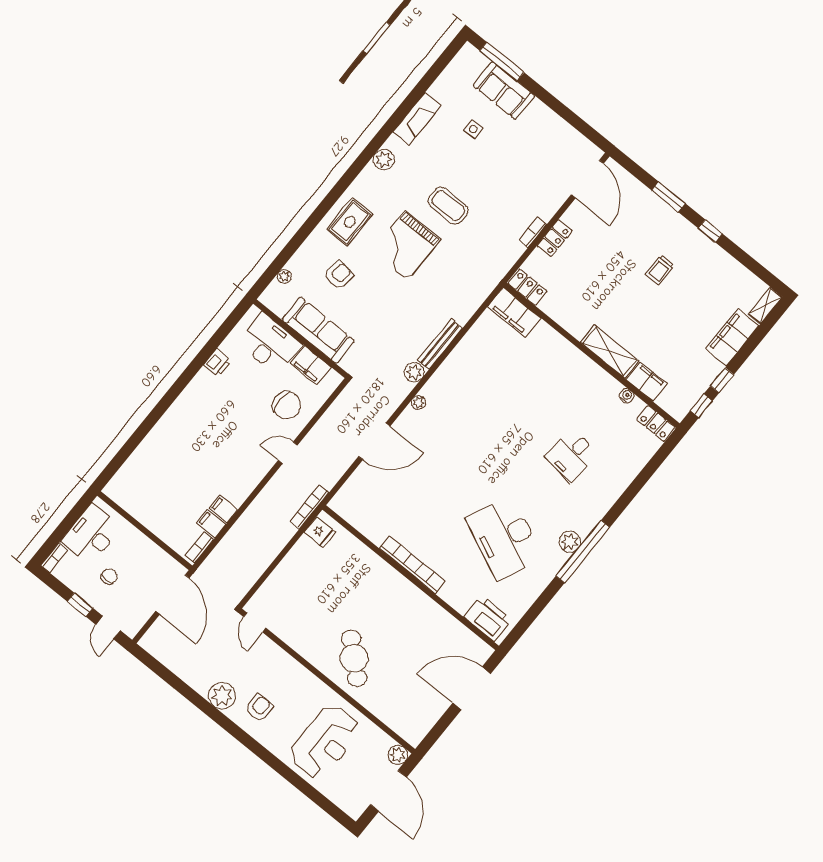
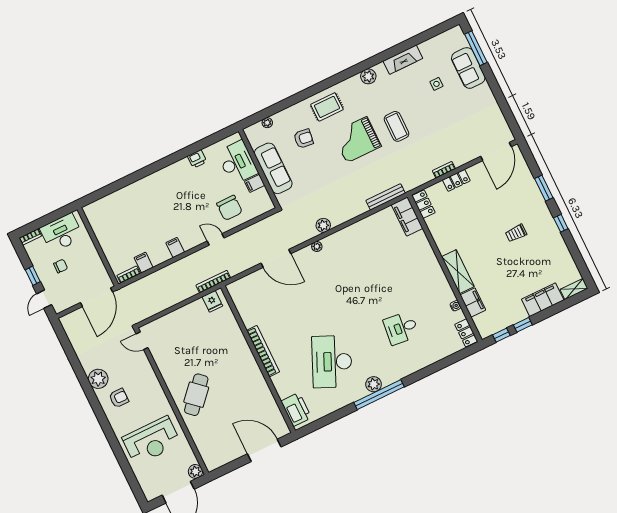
bench: (440, 344) -> (386, 197), moved
filing cabinet: (311, 365) -> (255, 183), width x0.50
filing cabinet: (223, 509) -> (175, 247), moved
door: (255, 622) -> (142, 341), hinge flipped

